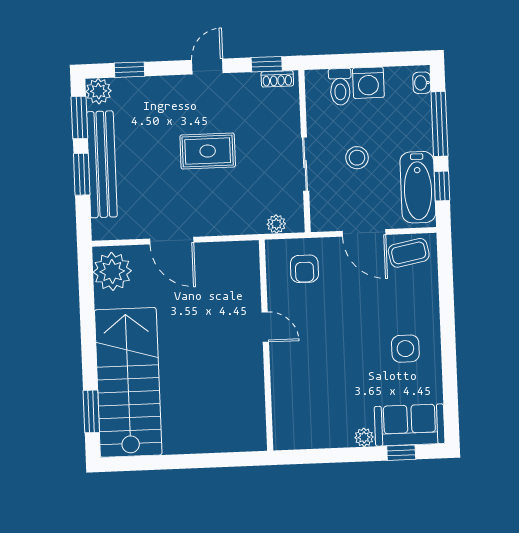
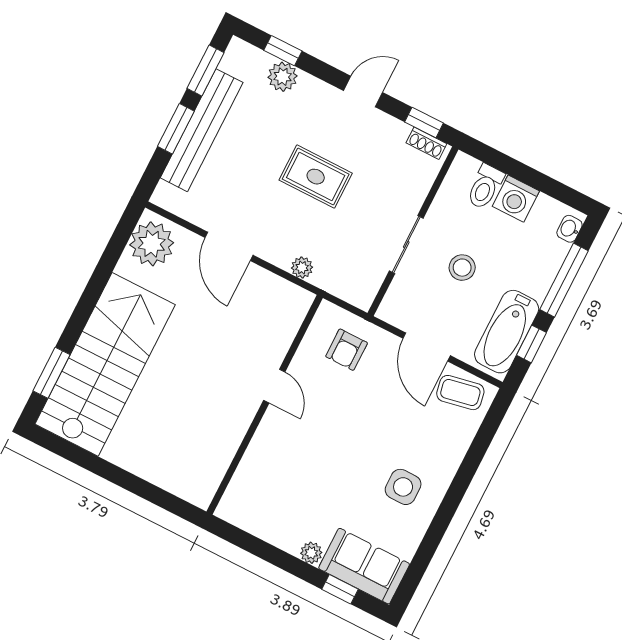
plant: (99, 91) -> (283, 77), moved
plant: (276, 224) -> (302, 268), moved

